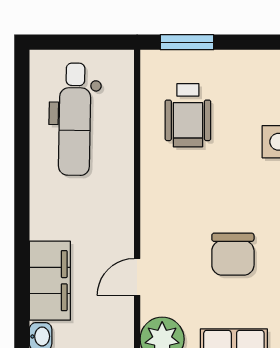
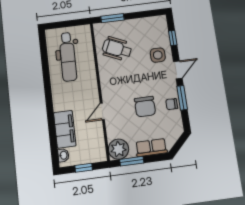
wheelchair: (188, 115) -> (117, 49), turned 114
door: (137, 277) -> (102, 111), moved

